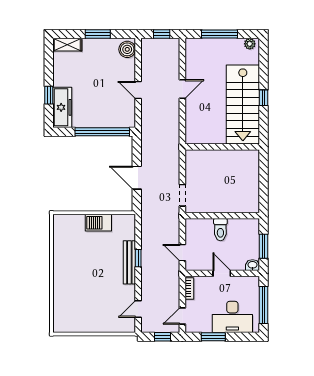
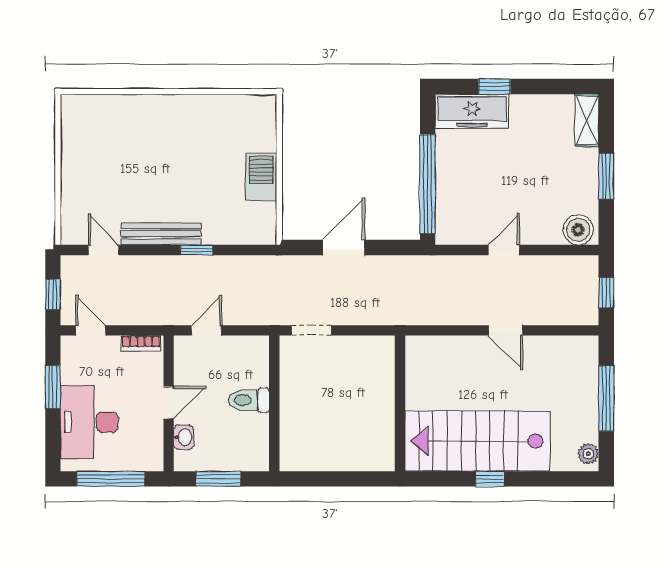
bench: (129, 262) -> (161, 234), moved
washbasin: (252, 265) -> (184, 437), moved

